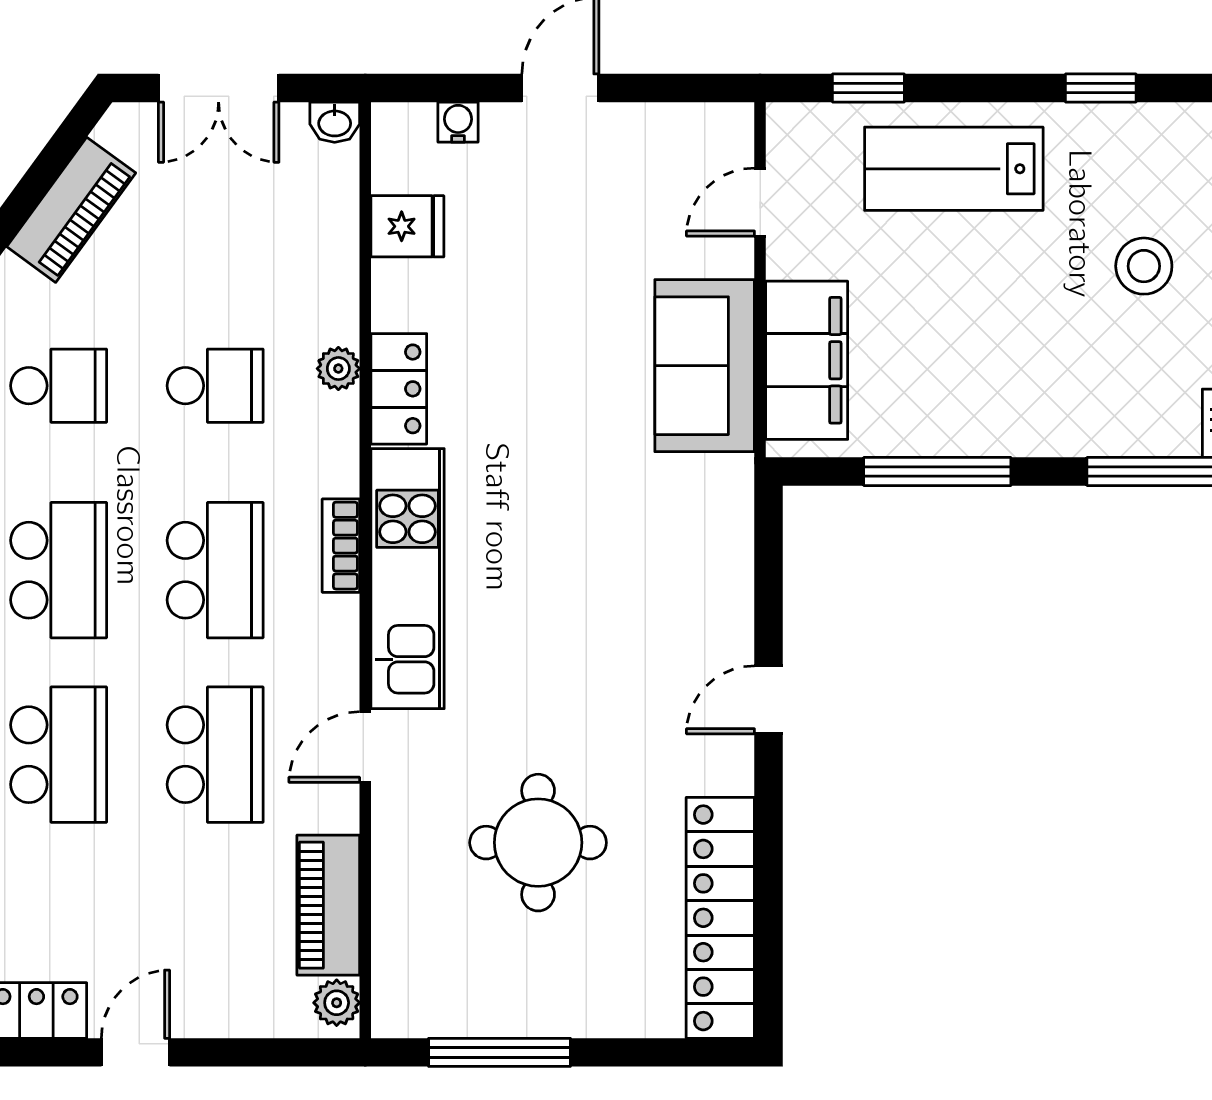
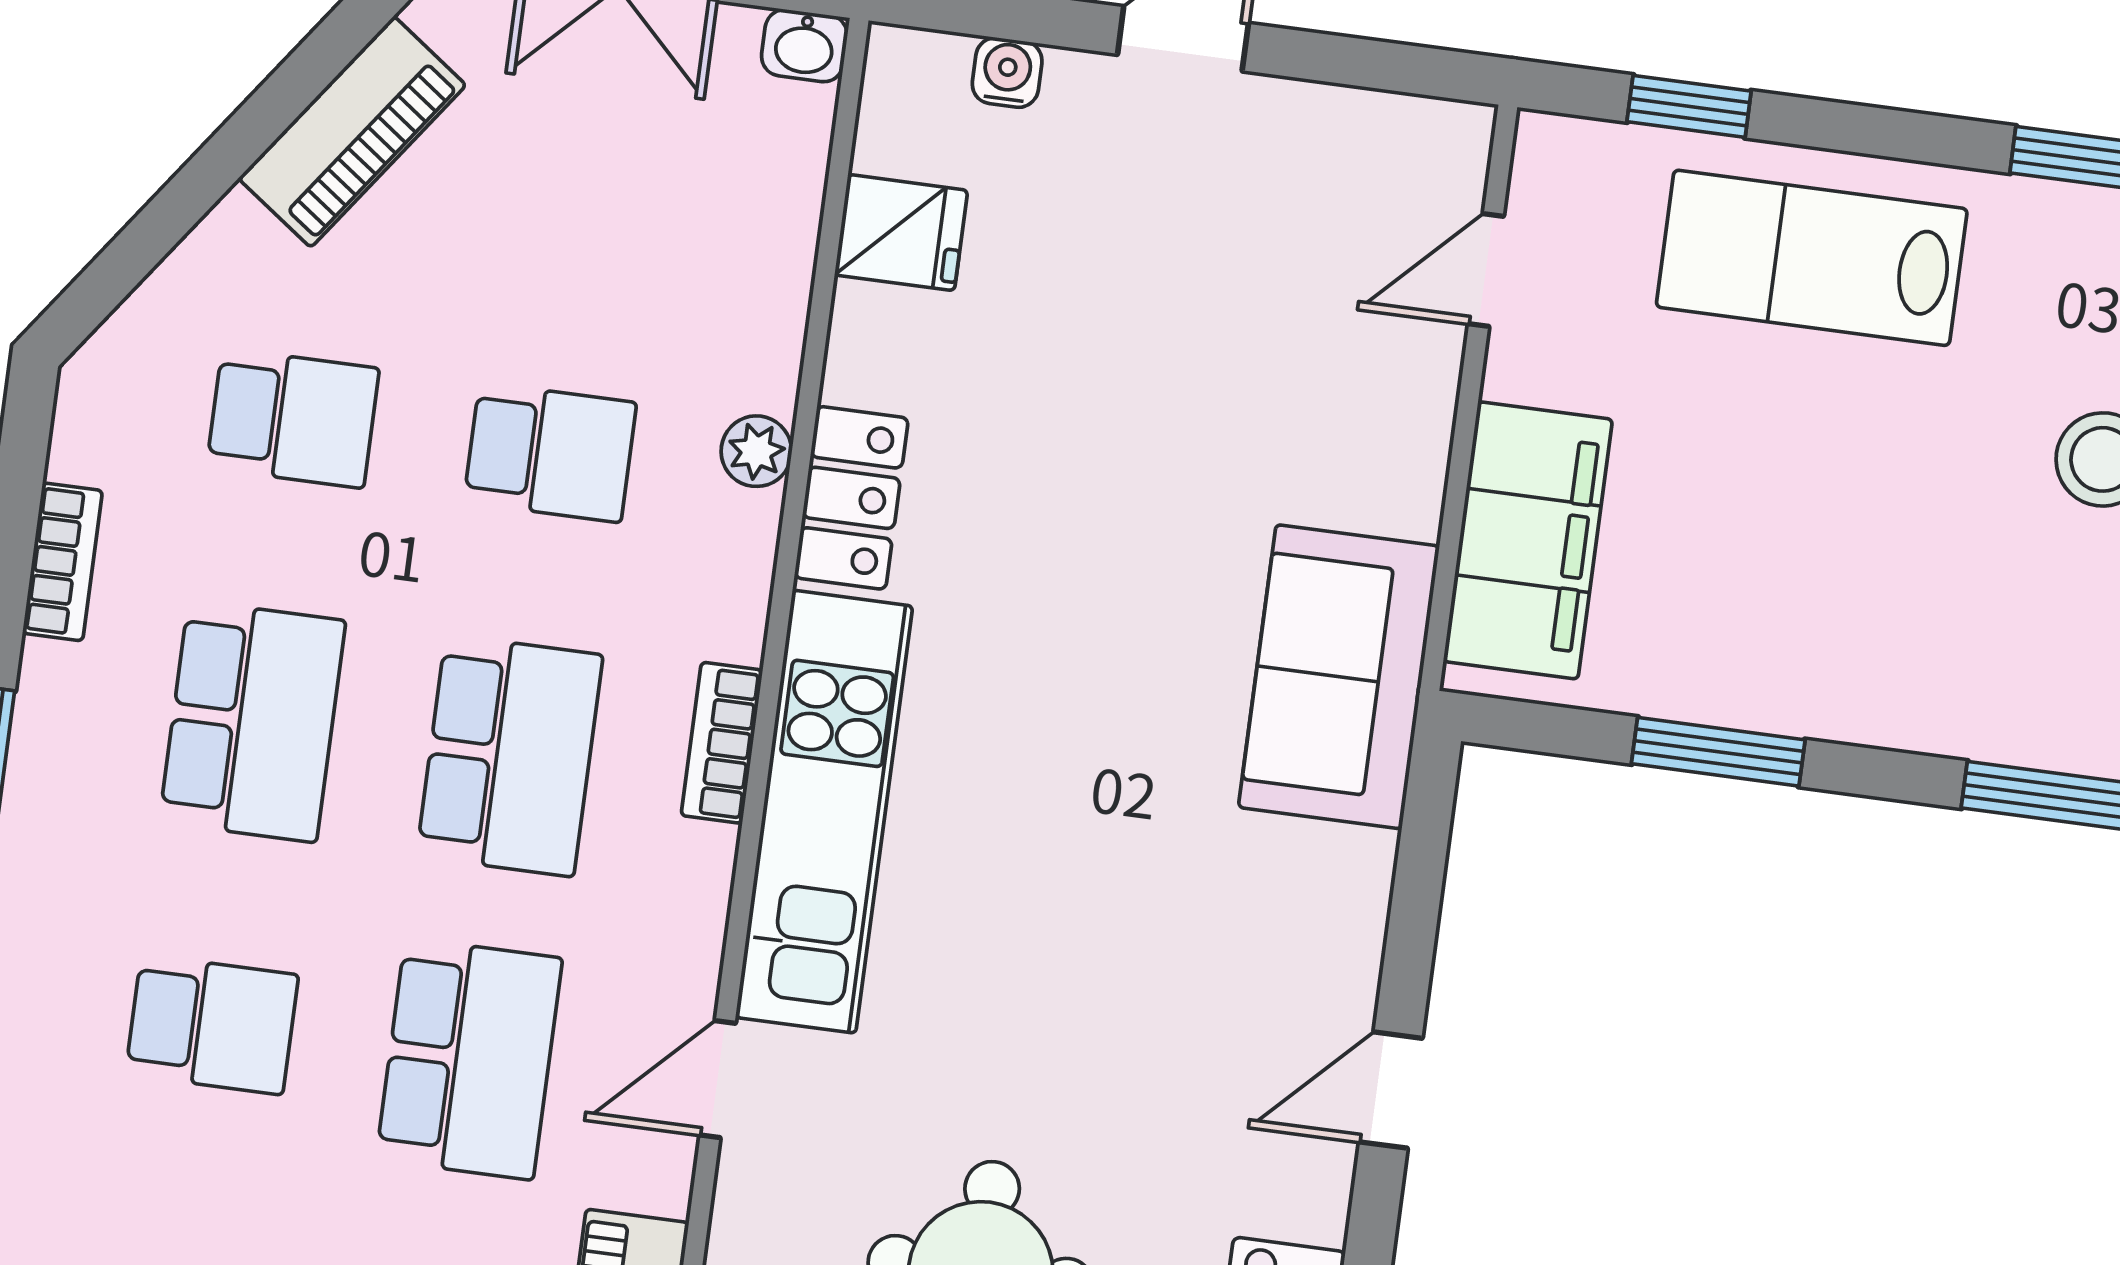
sofa: (705, 366) -> (1339, 677), moved
window: (937, 471) -> (1718, 752), width x0.69
school desk: (59, 755) -> (212, 1024), width x0.54

